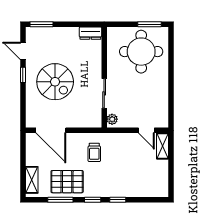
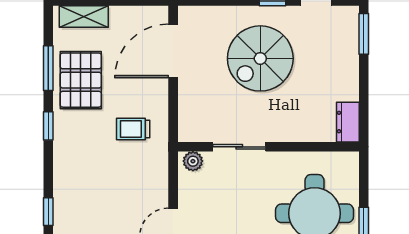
window: (118, 200) -> (48, 212), moved

